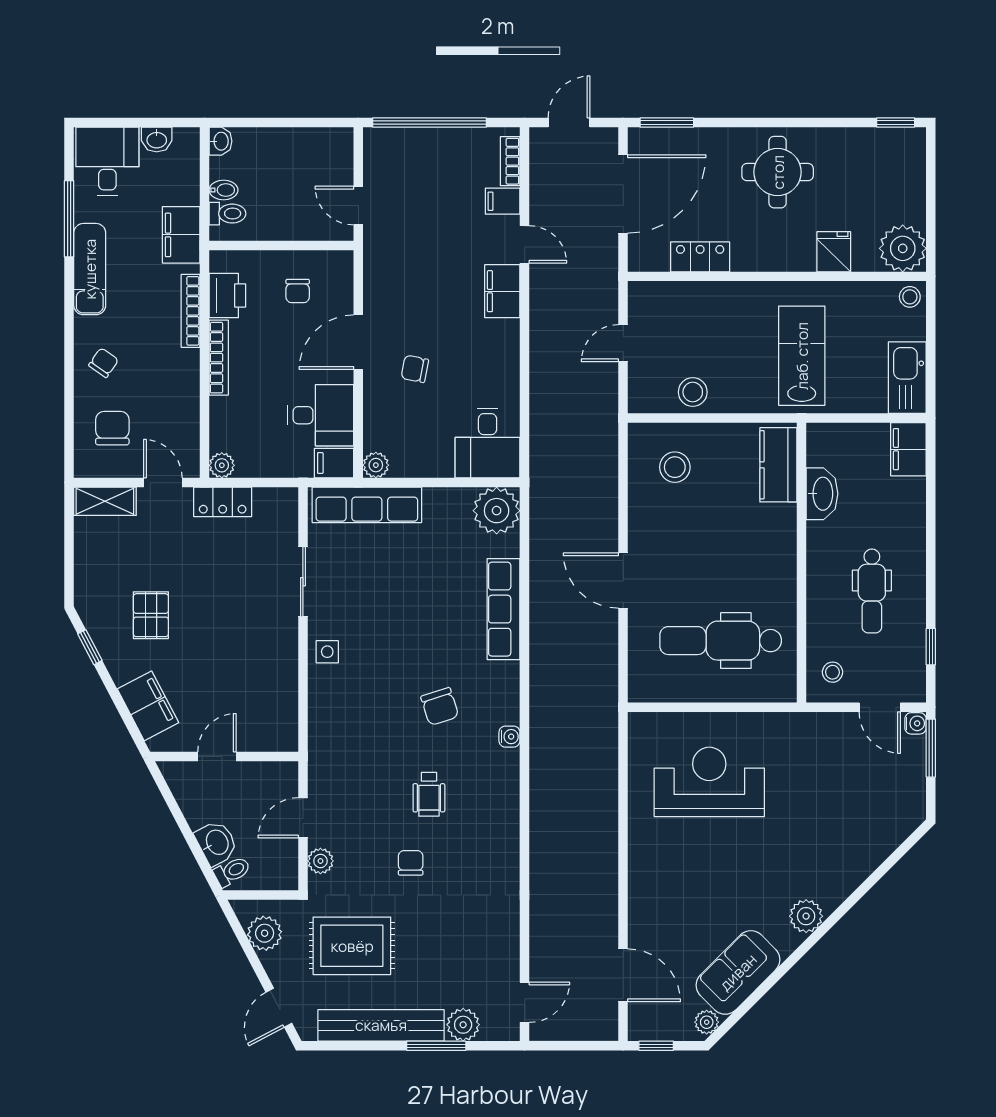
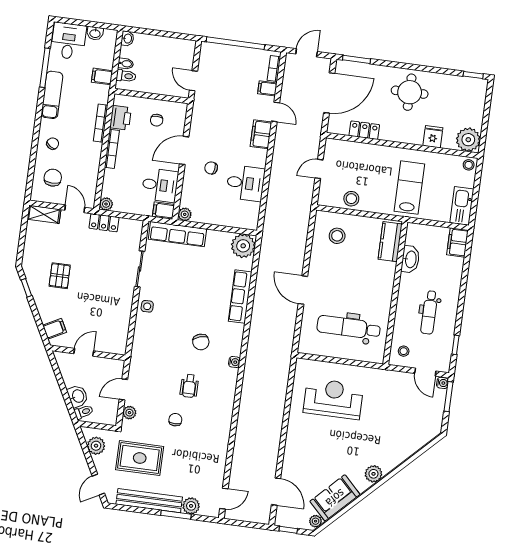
filing cabinet: (181, 235) -> (102, 76), width x0.50
desk: (488, 443) -> (246, 183), moved, turned -90
filing cabinet: (148, 706) -> (55, 329), width x0.50

